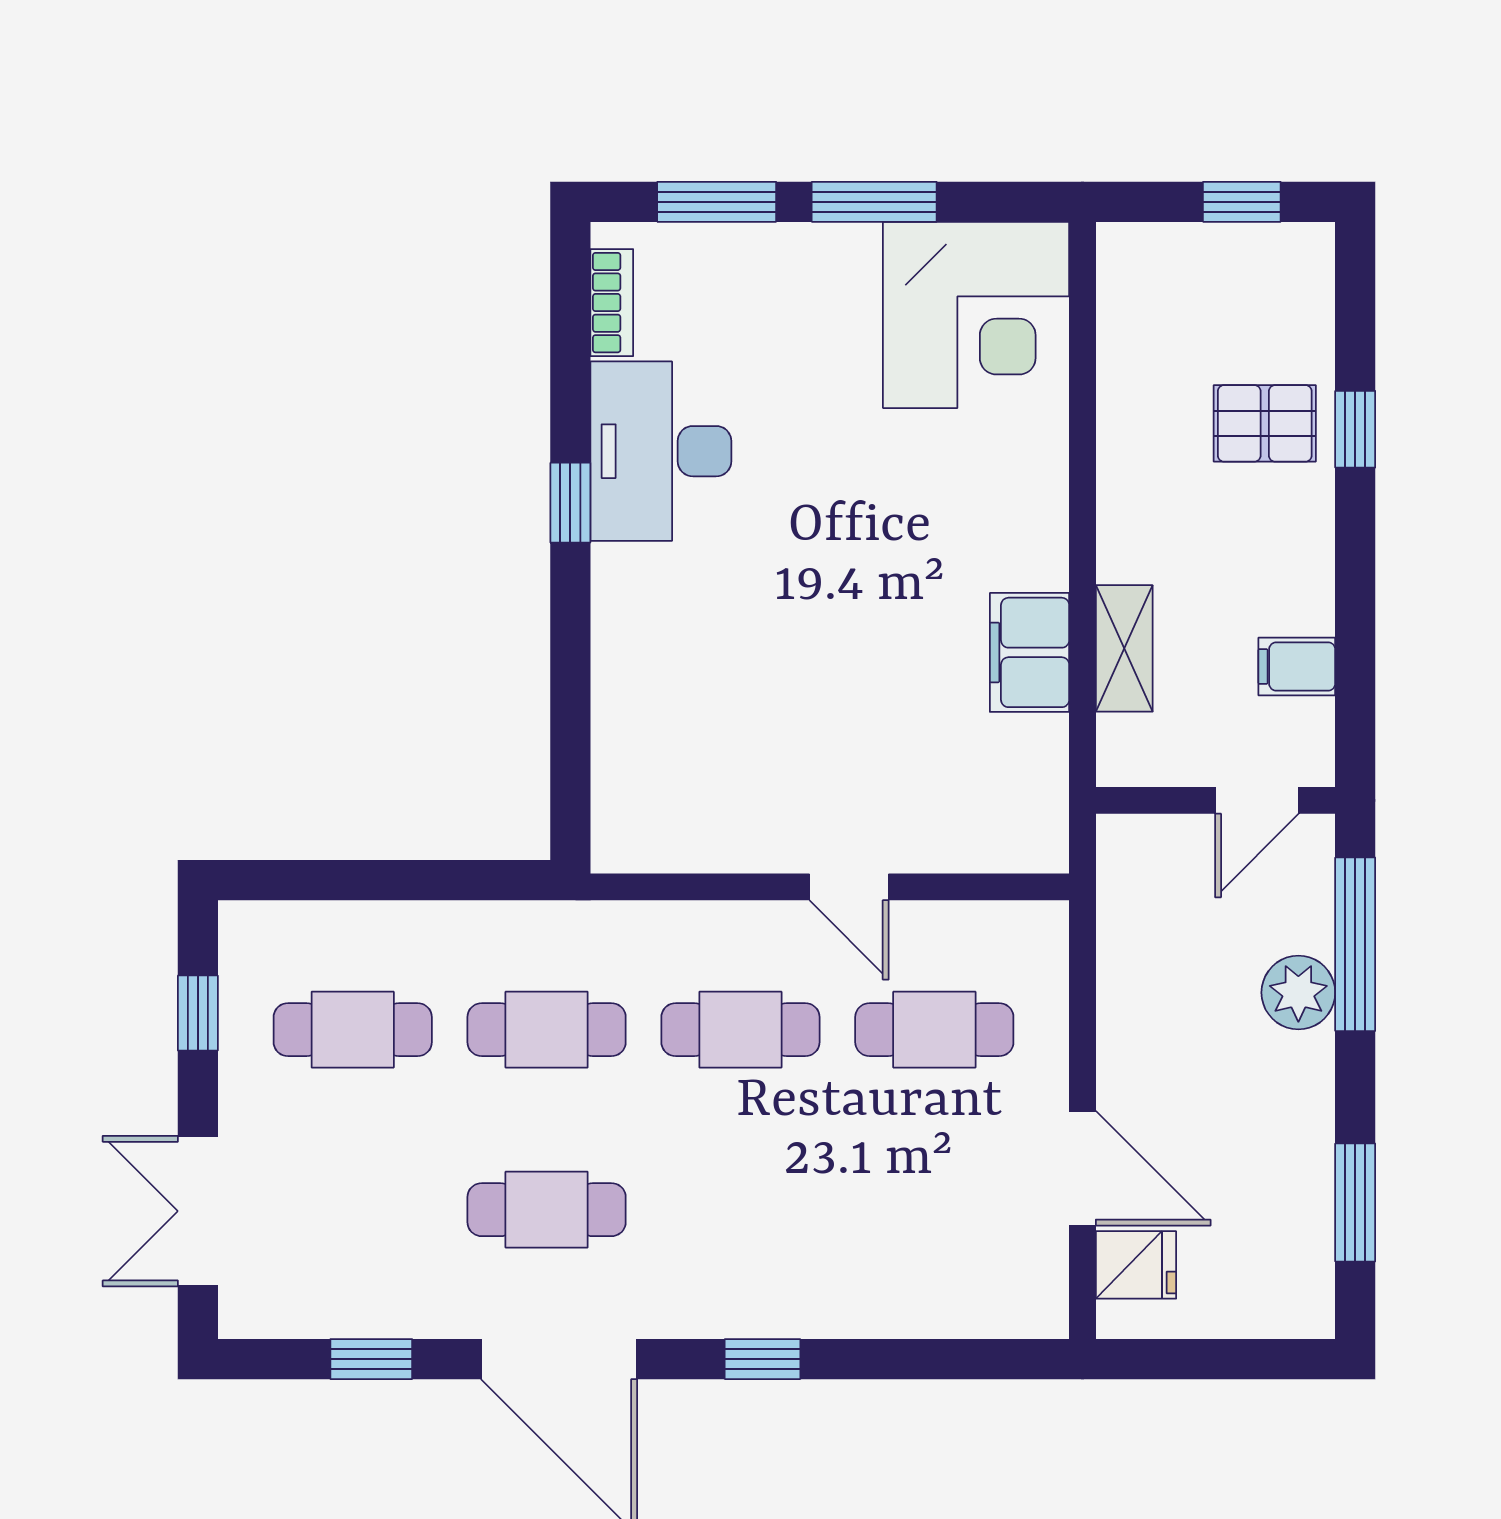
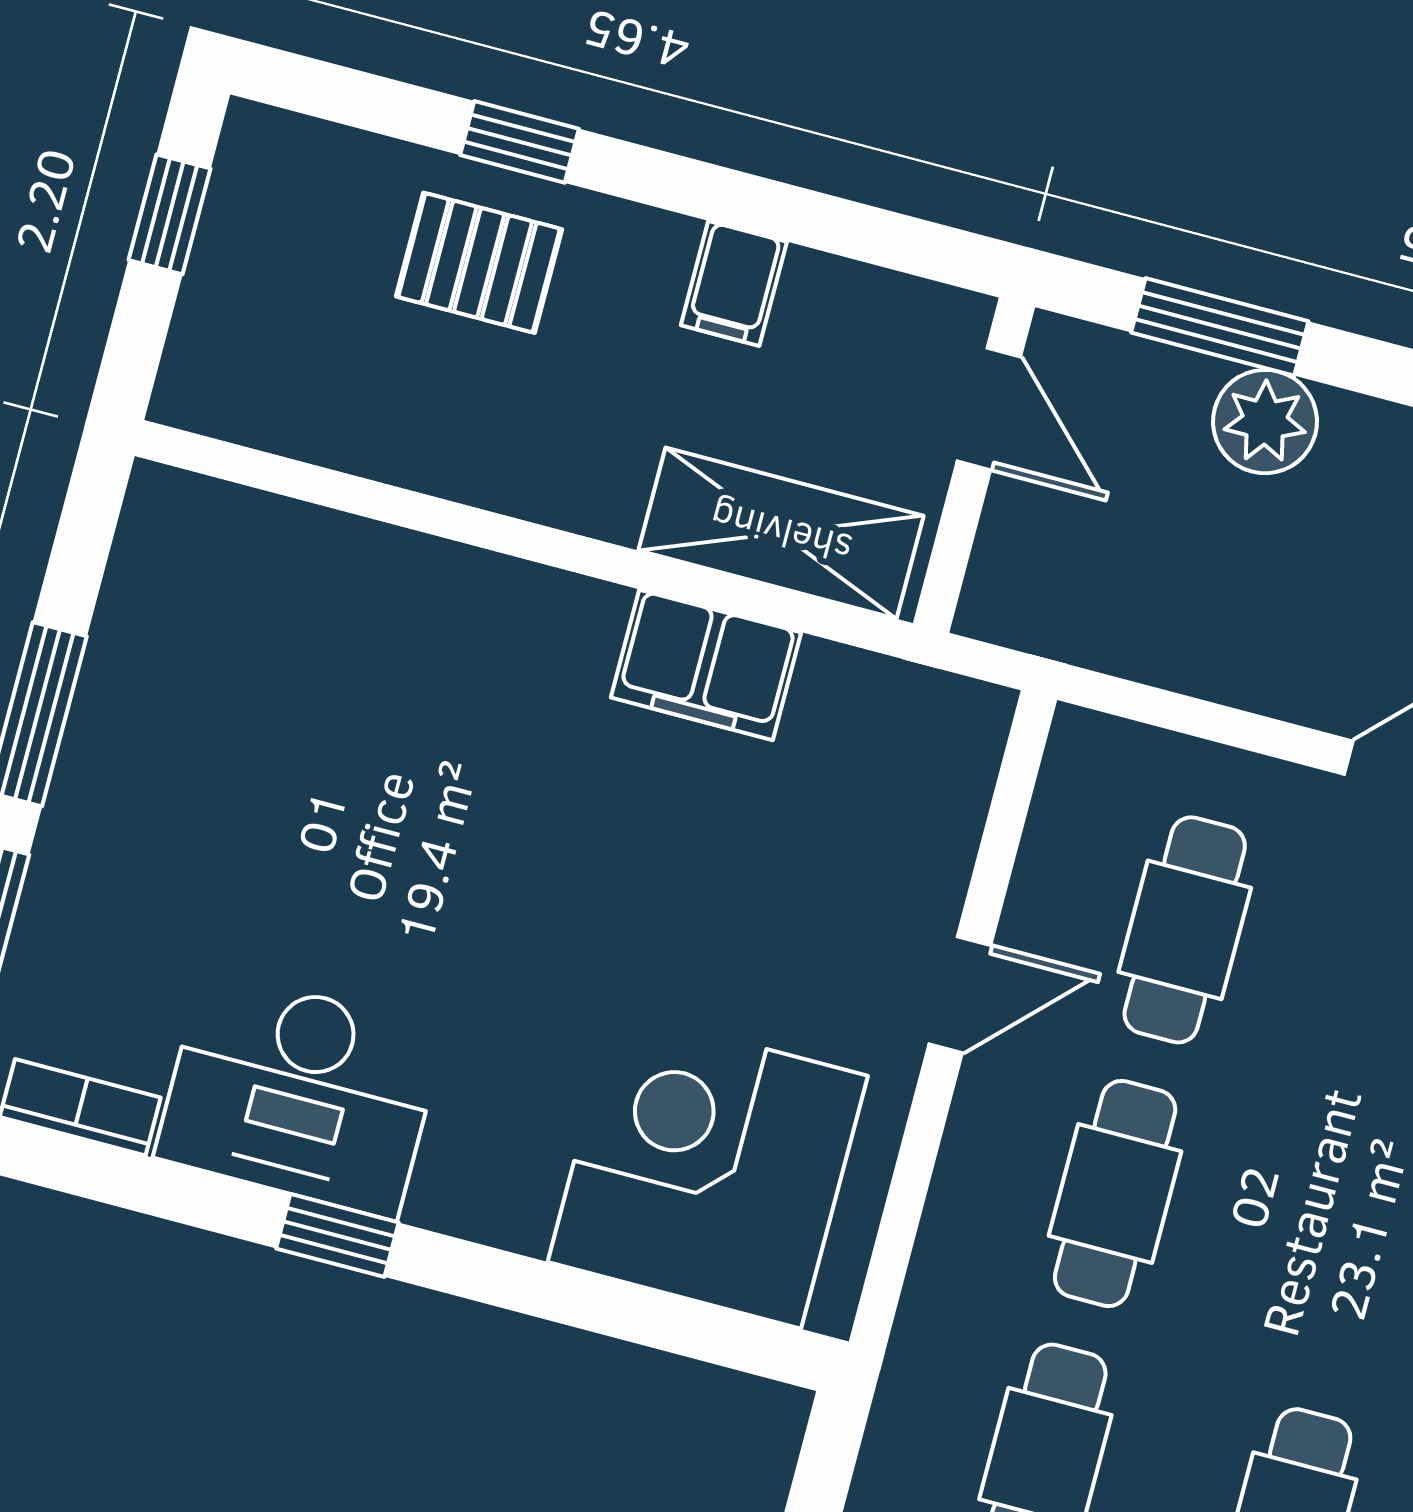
corner desk: (976, 315) -> (708, 1169), moved, turned -90
pallet: (1265, 423) -> (479, 263), turned 90
shelving: (1124, 648) -> (781, 533), width x1.50, depth x1.33
filing cabinet: (1297, 666) -> (734, 283), moved
window: (1355, 944) -> (1220, 327), width x0.69

